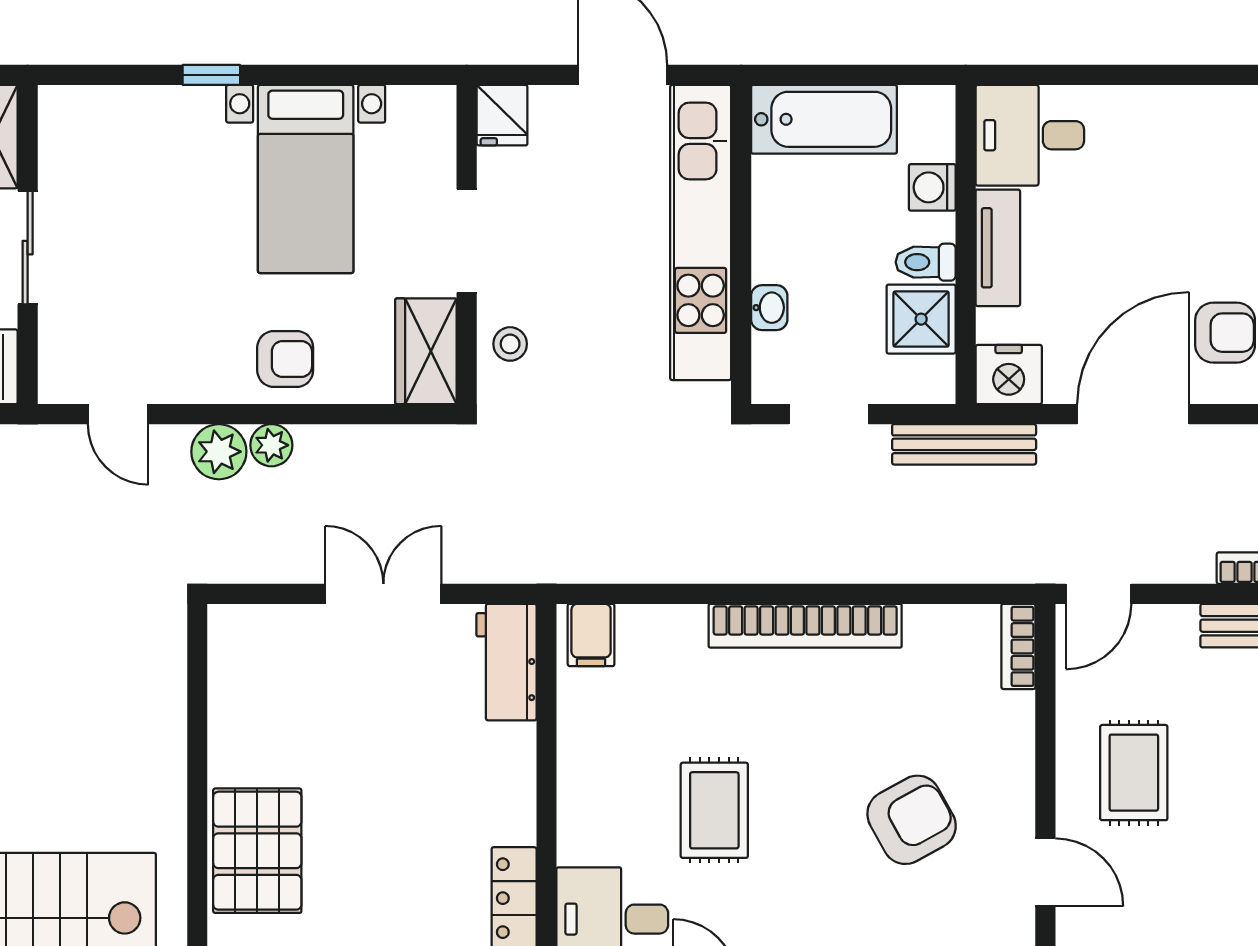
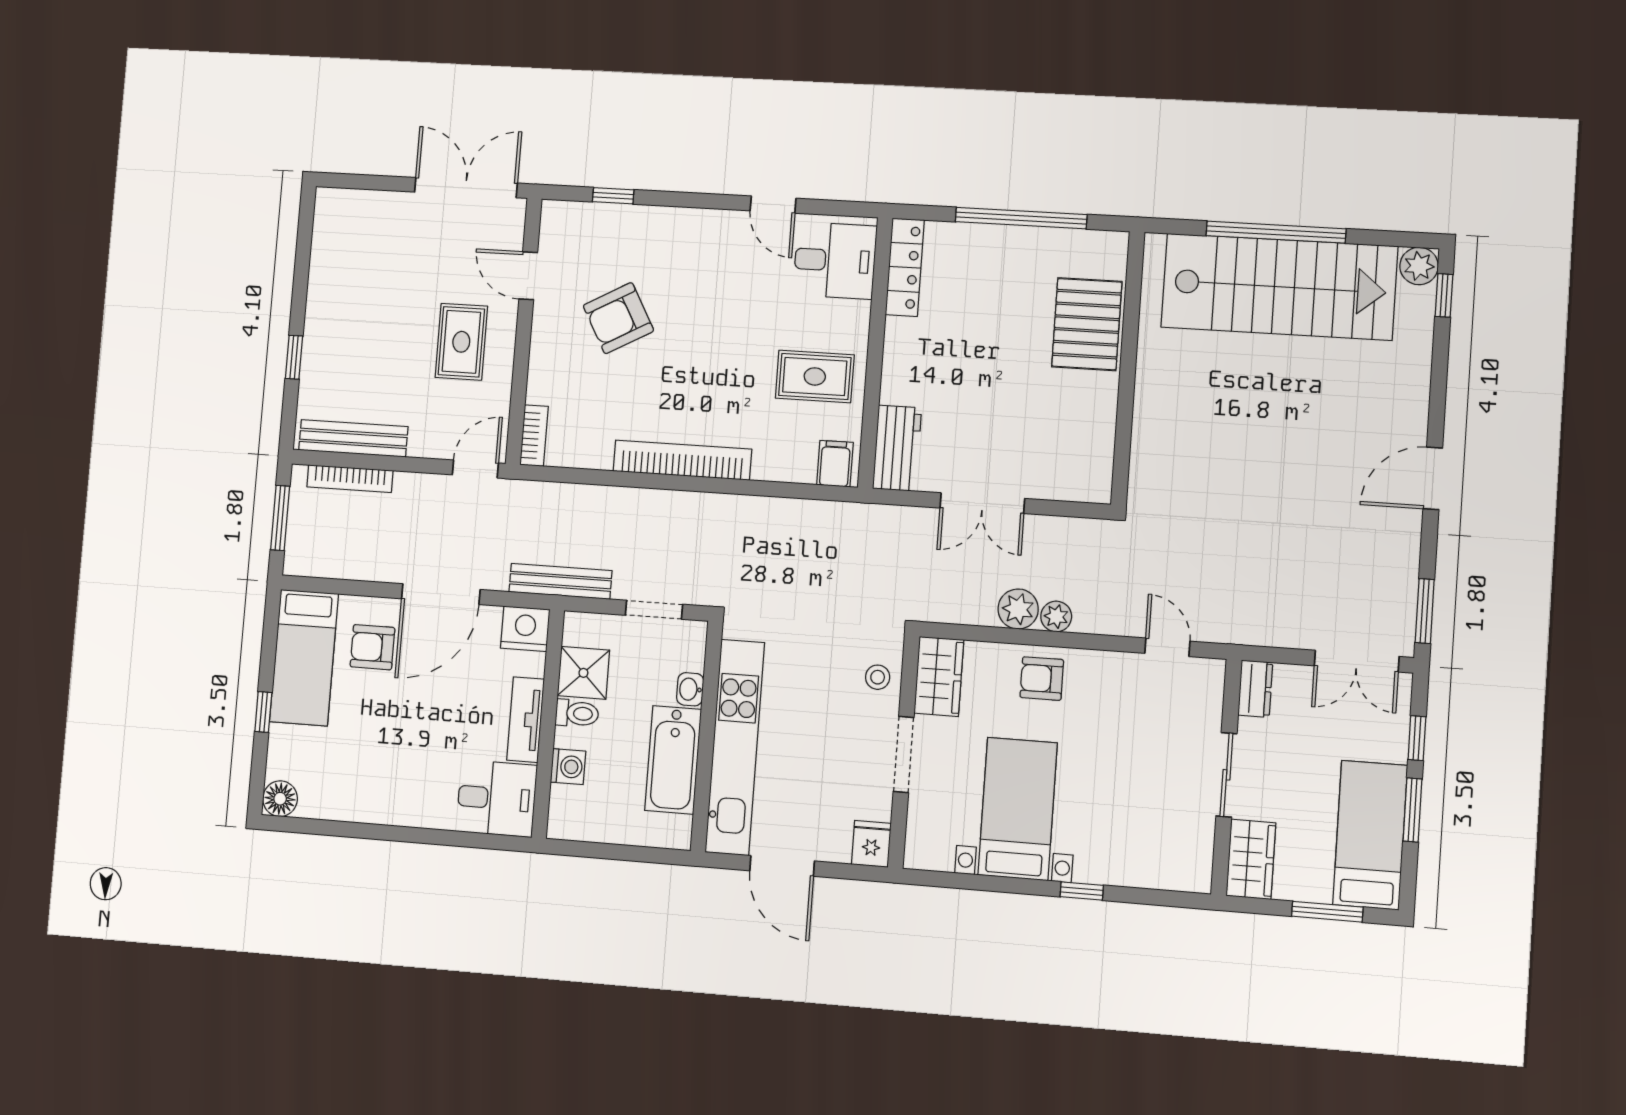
bathtub: (824, 119) -> (673, 760), moved, turned -90
plant: (219, 452) -> (1018, 609), moved
rug: (714, 810) -> (815, 376), moved, turned 90

